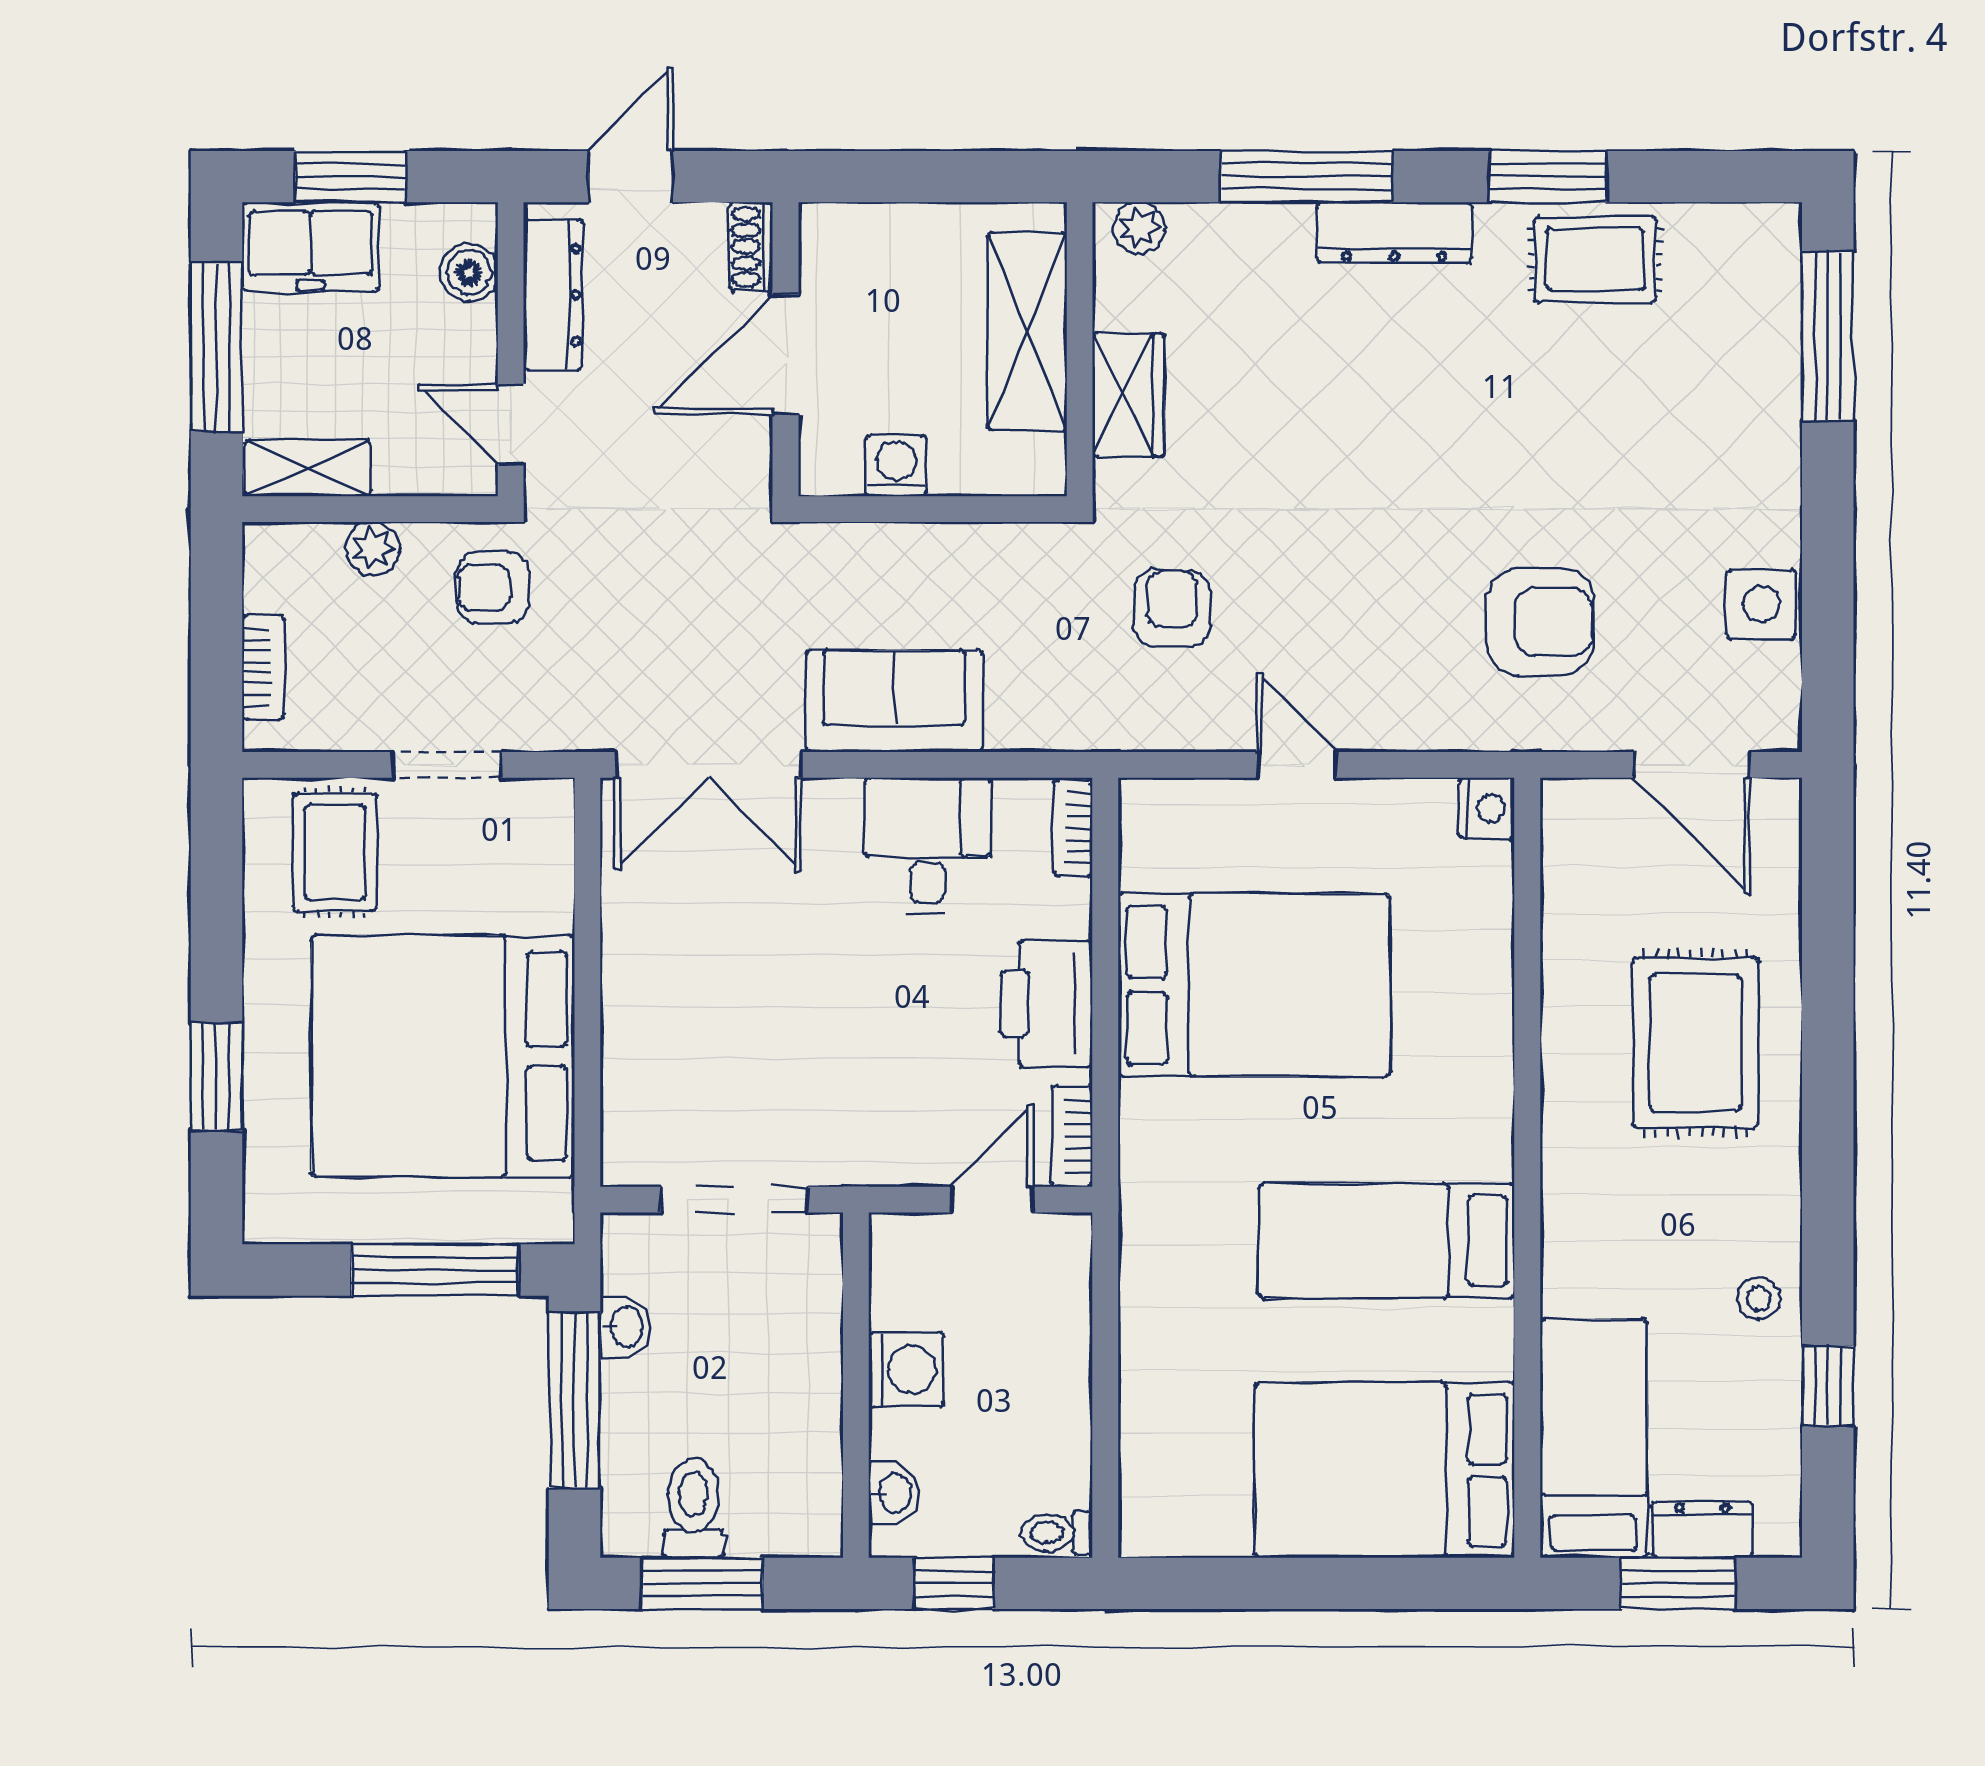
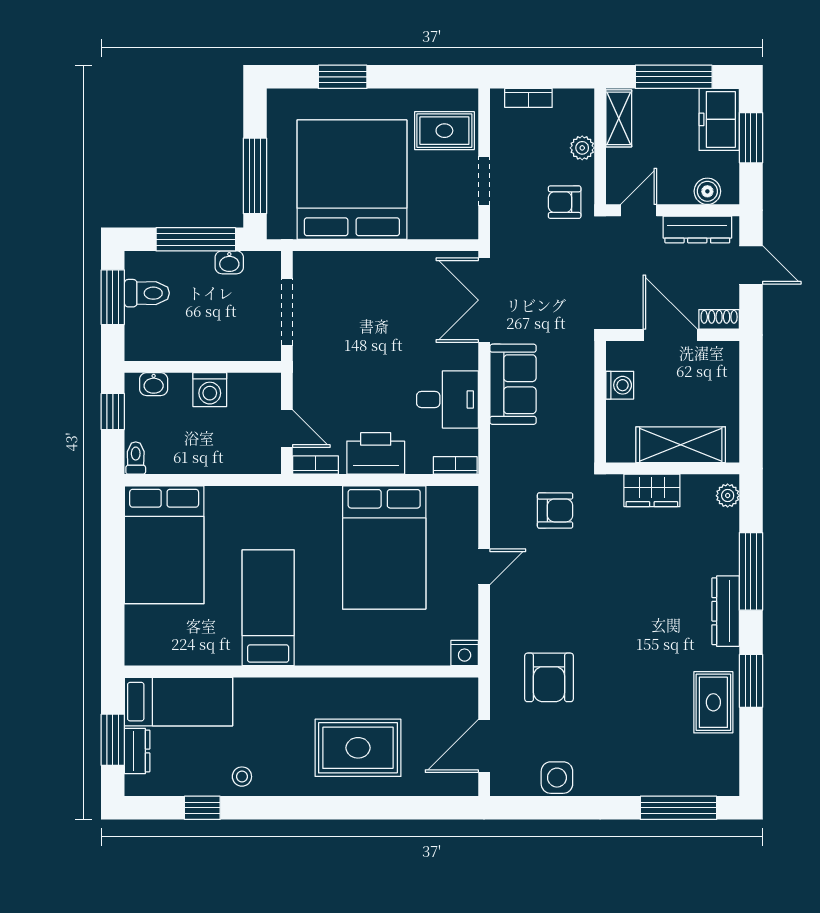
armchair: (493, 587) -> (565, 202), turned -90
bed: (1385, 1470) -> (164, 545), moved, turned 180

